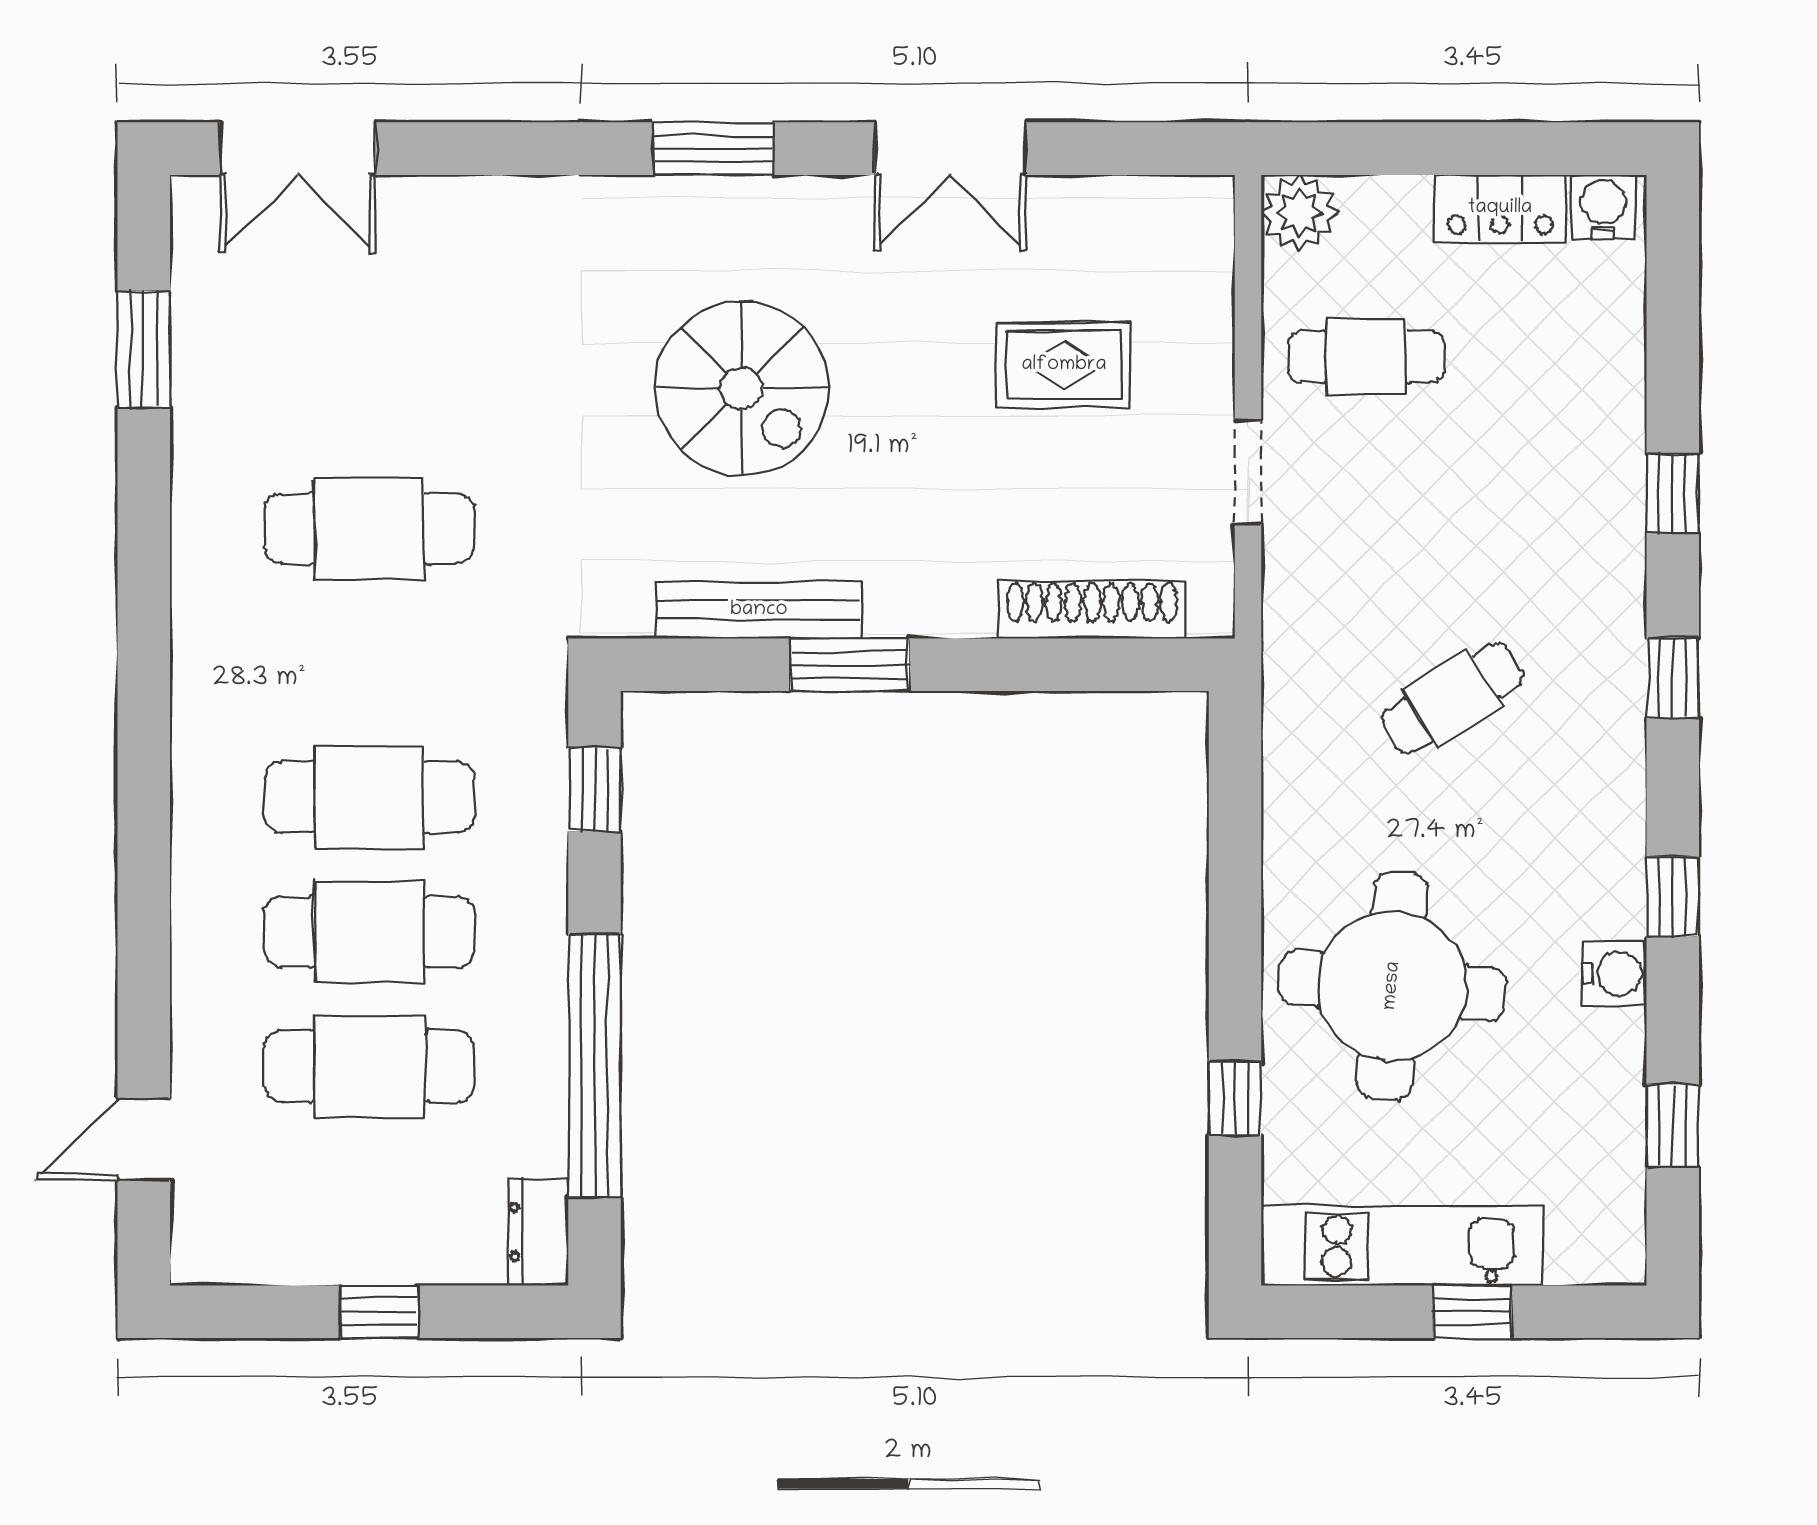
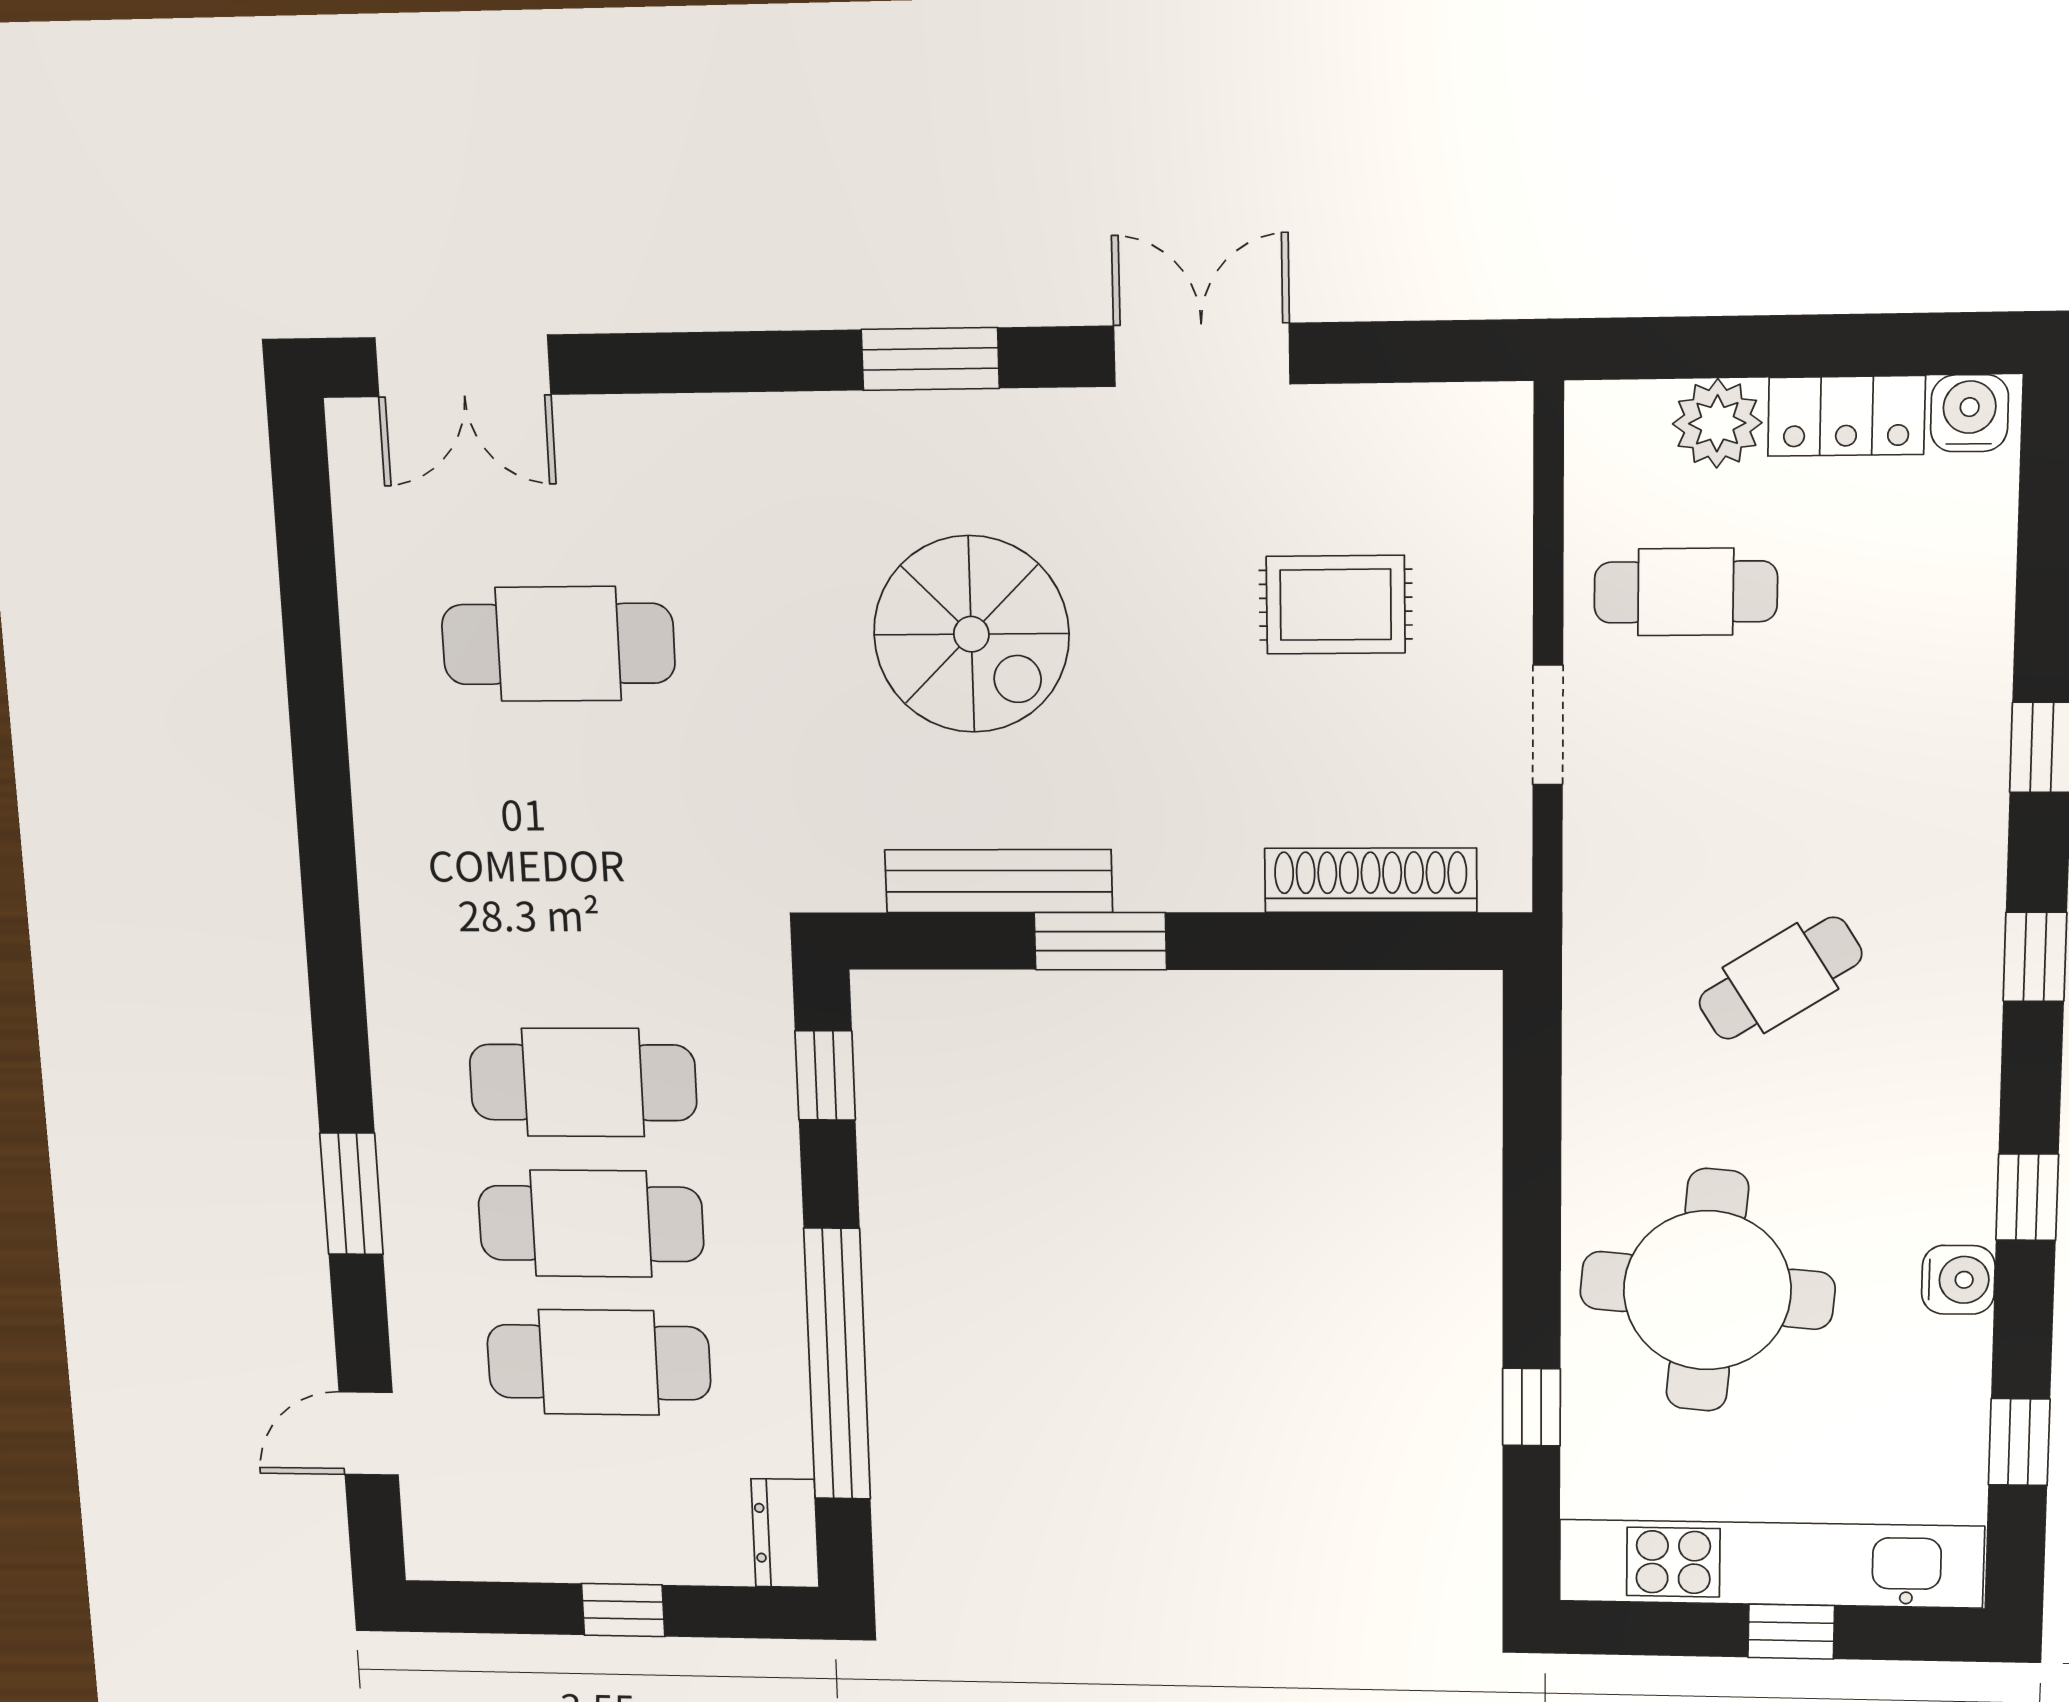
double door: (950, 149) -> (1202, 355), swing flipped
plant: (1299, 213) -> (1717, 423), moved
window: (144, 350) -> (352, 1194), moved
cafe table: (369, 529) -> (558, 644), moved
kitchen unit: (1402, 1246) -> (1771, 1564), width x1.36

